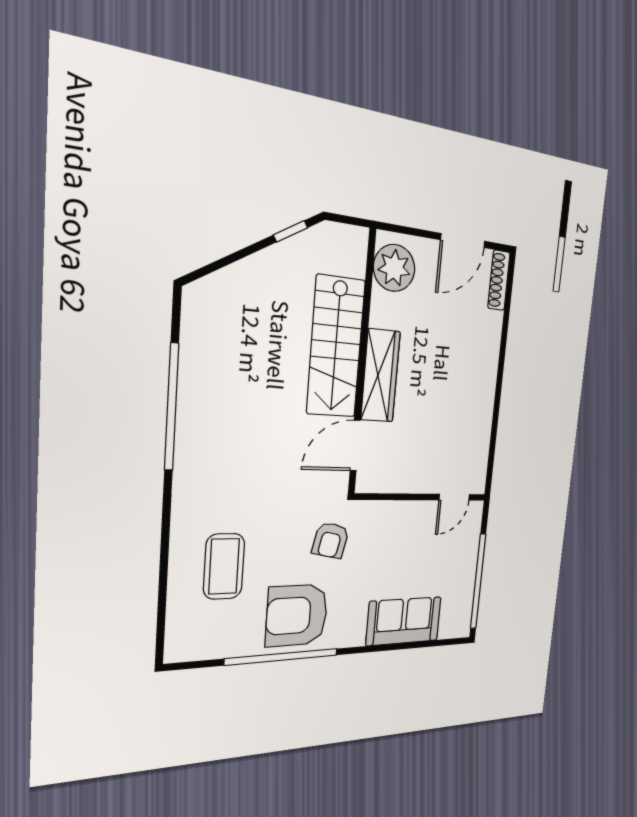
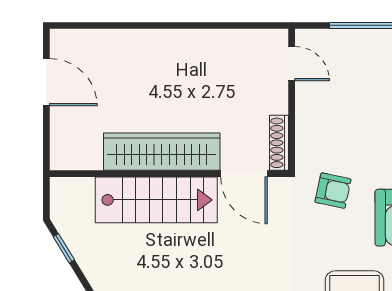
plant: (394, 268) -> (81, 150), removed
shoe rack: (499, 280) -> (279, 143), moved, turned 90
wardrobe: (380, 376) -> (162, 152), width x1.40, depth x1.17

